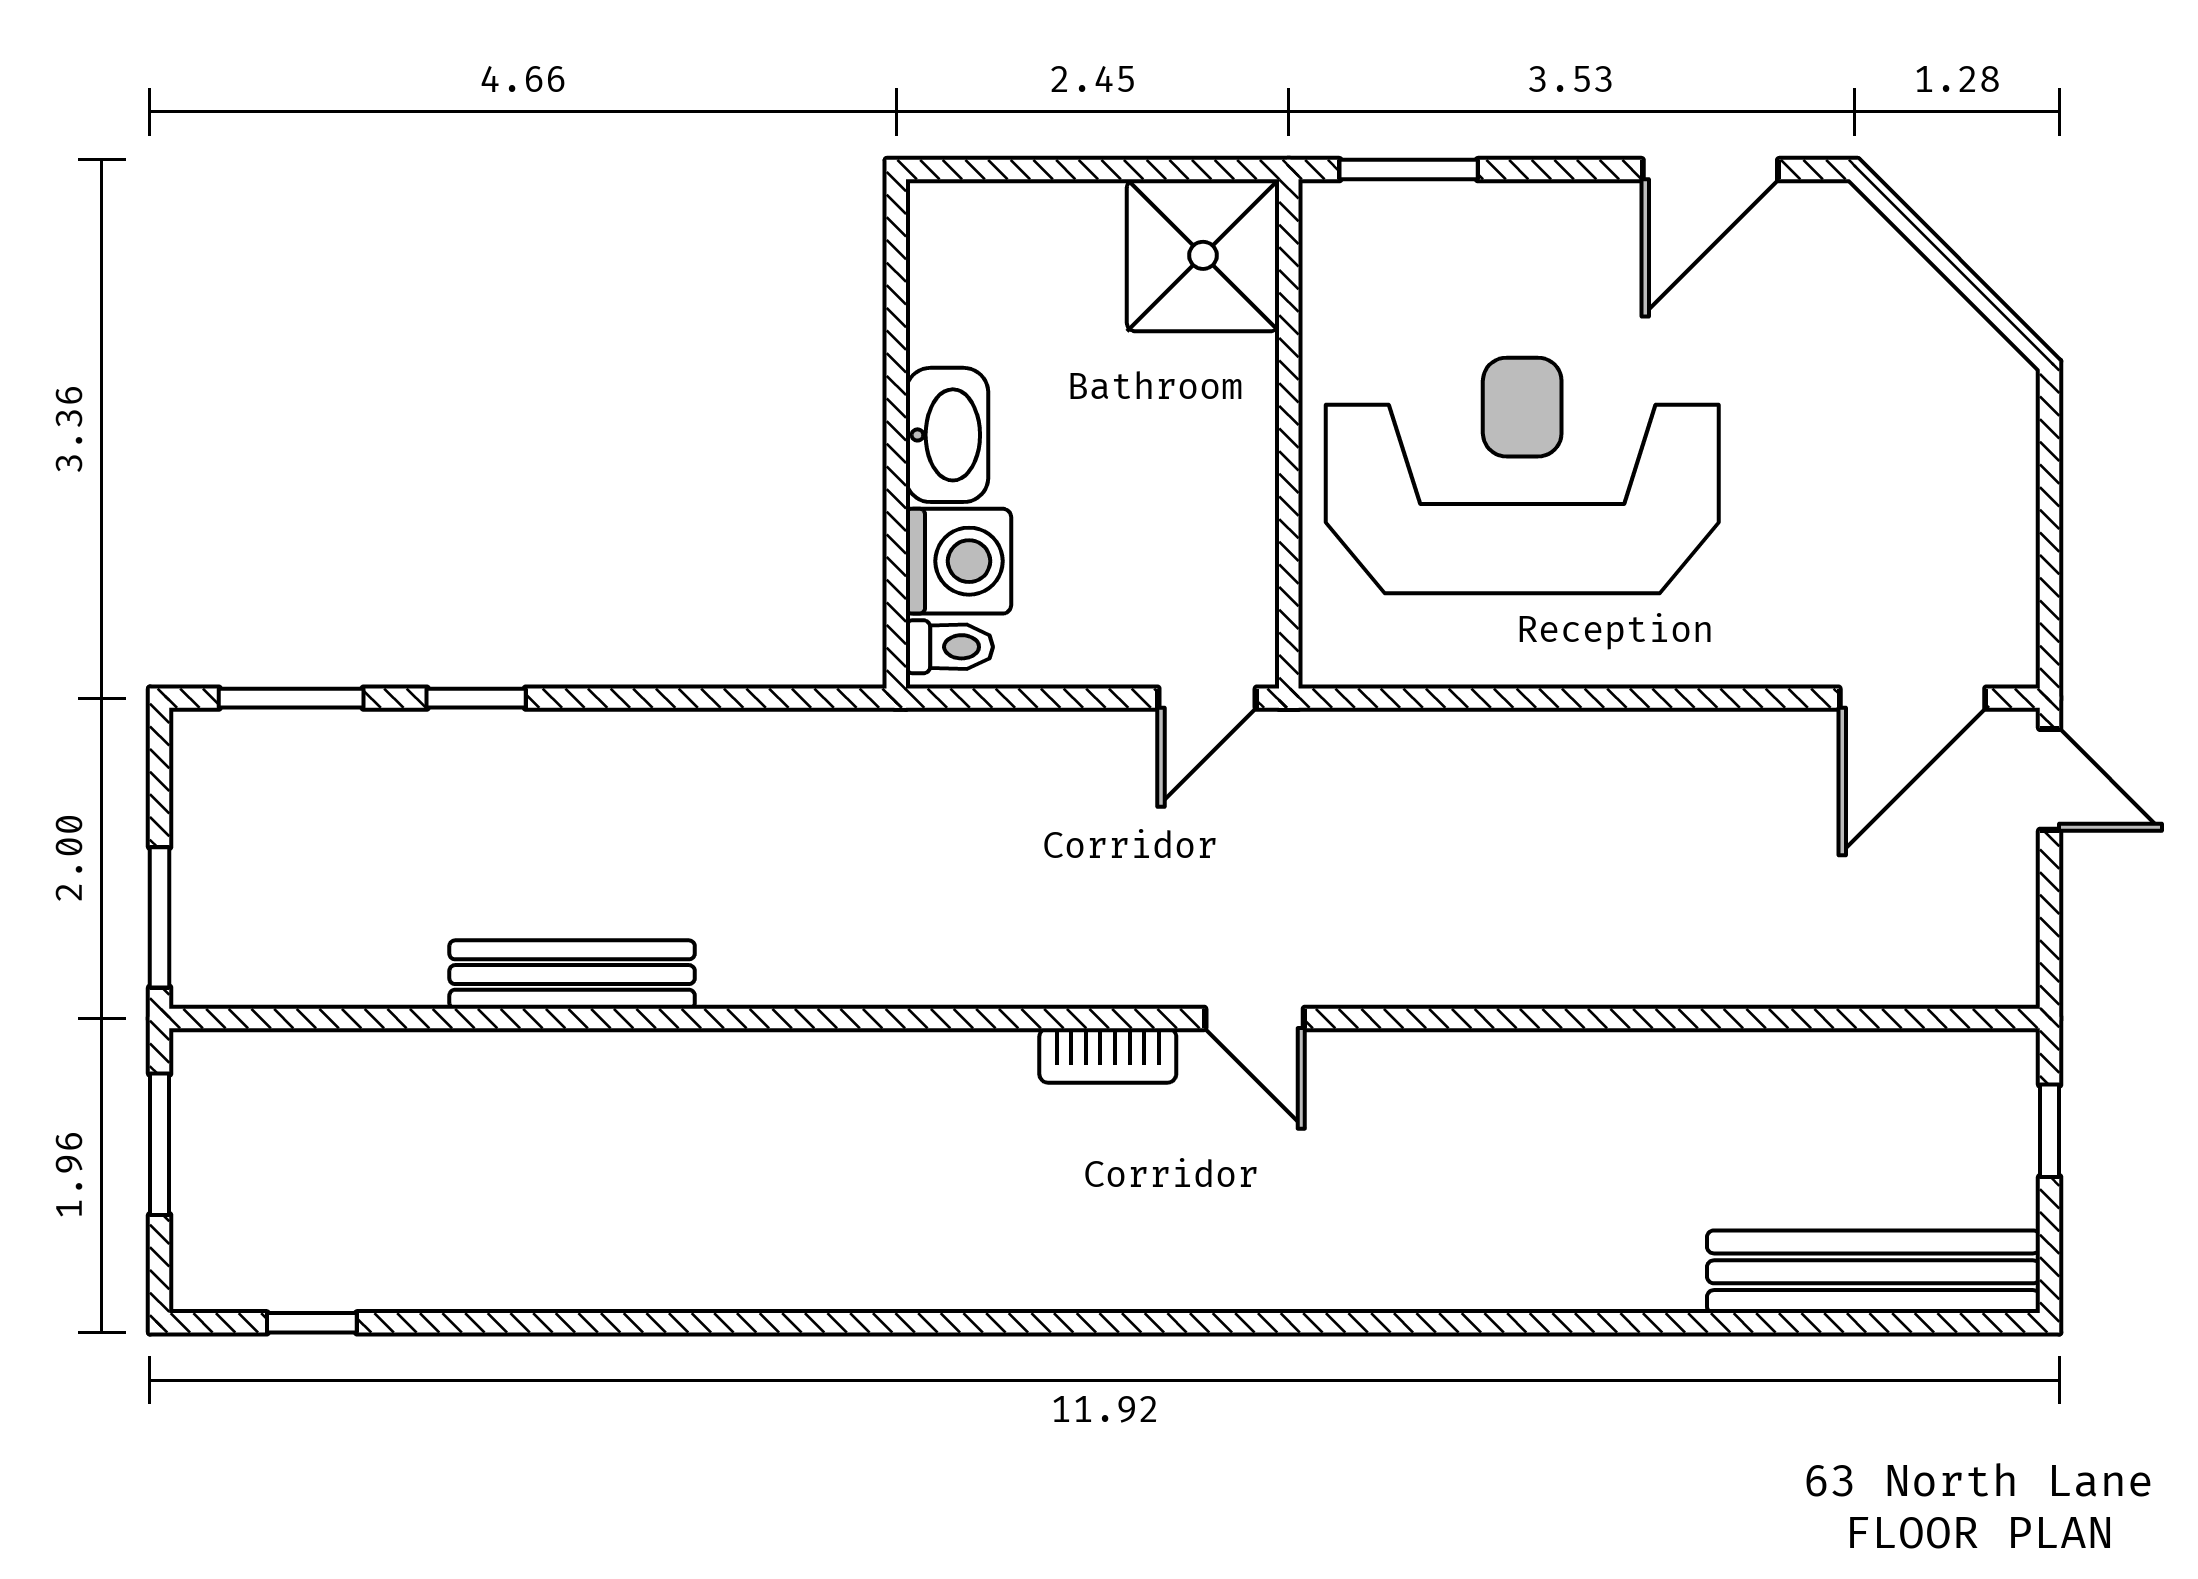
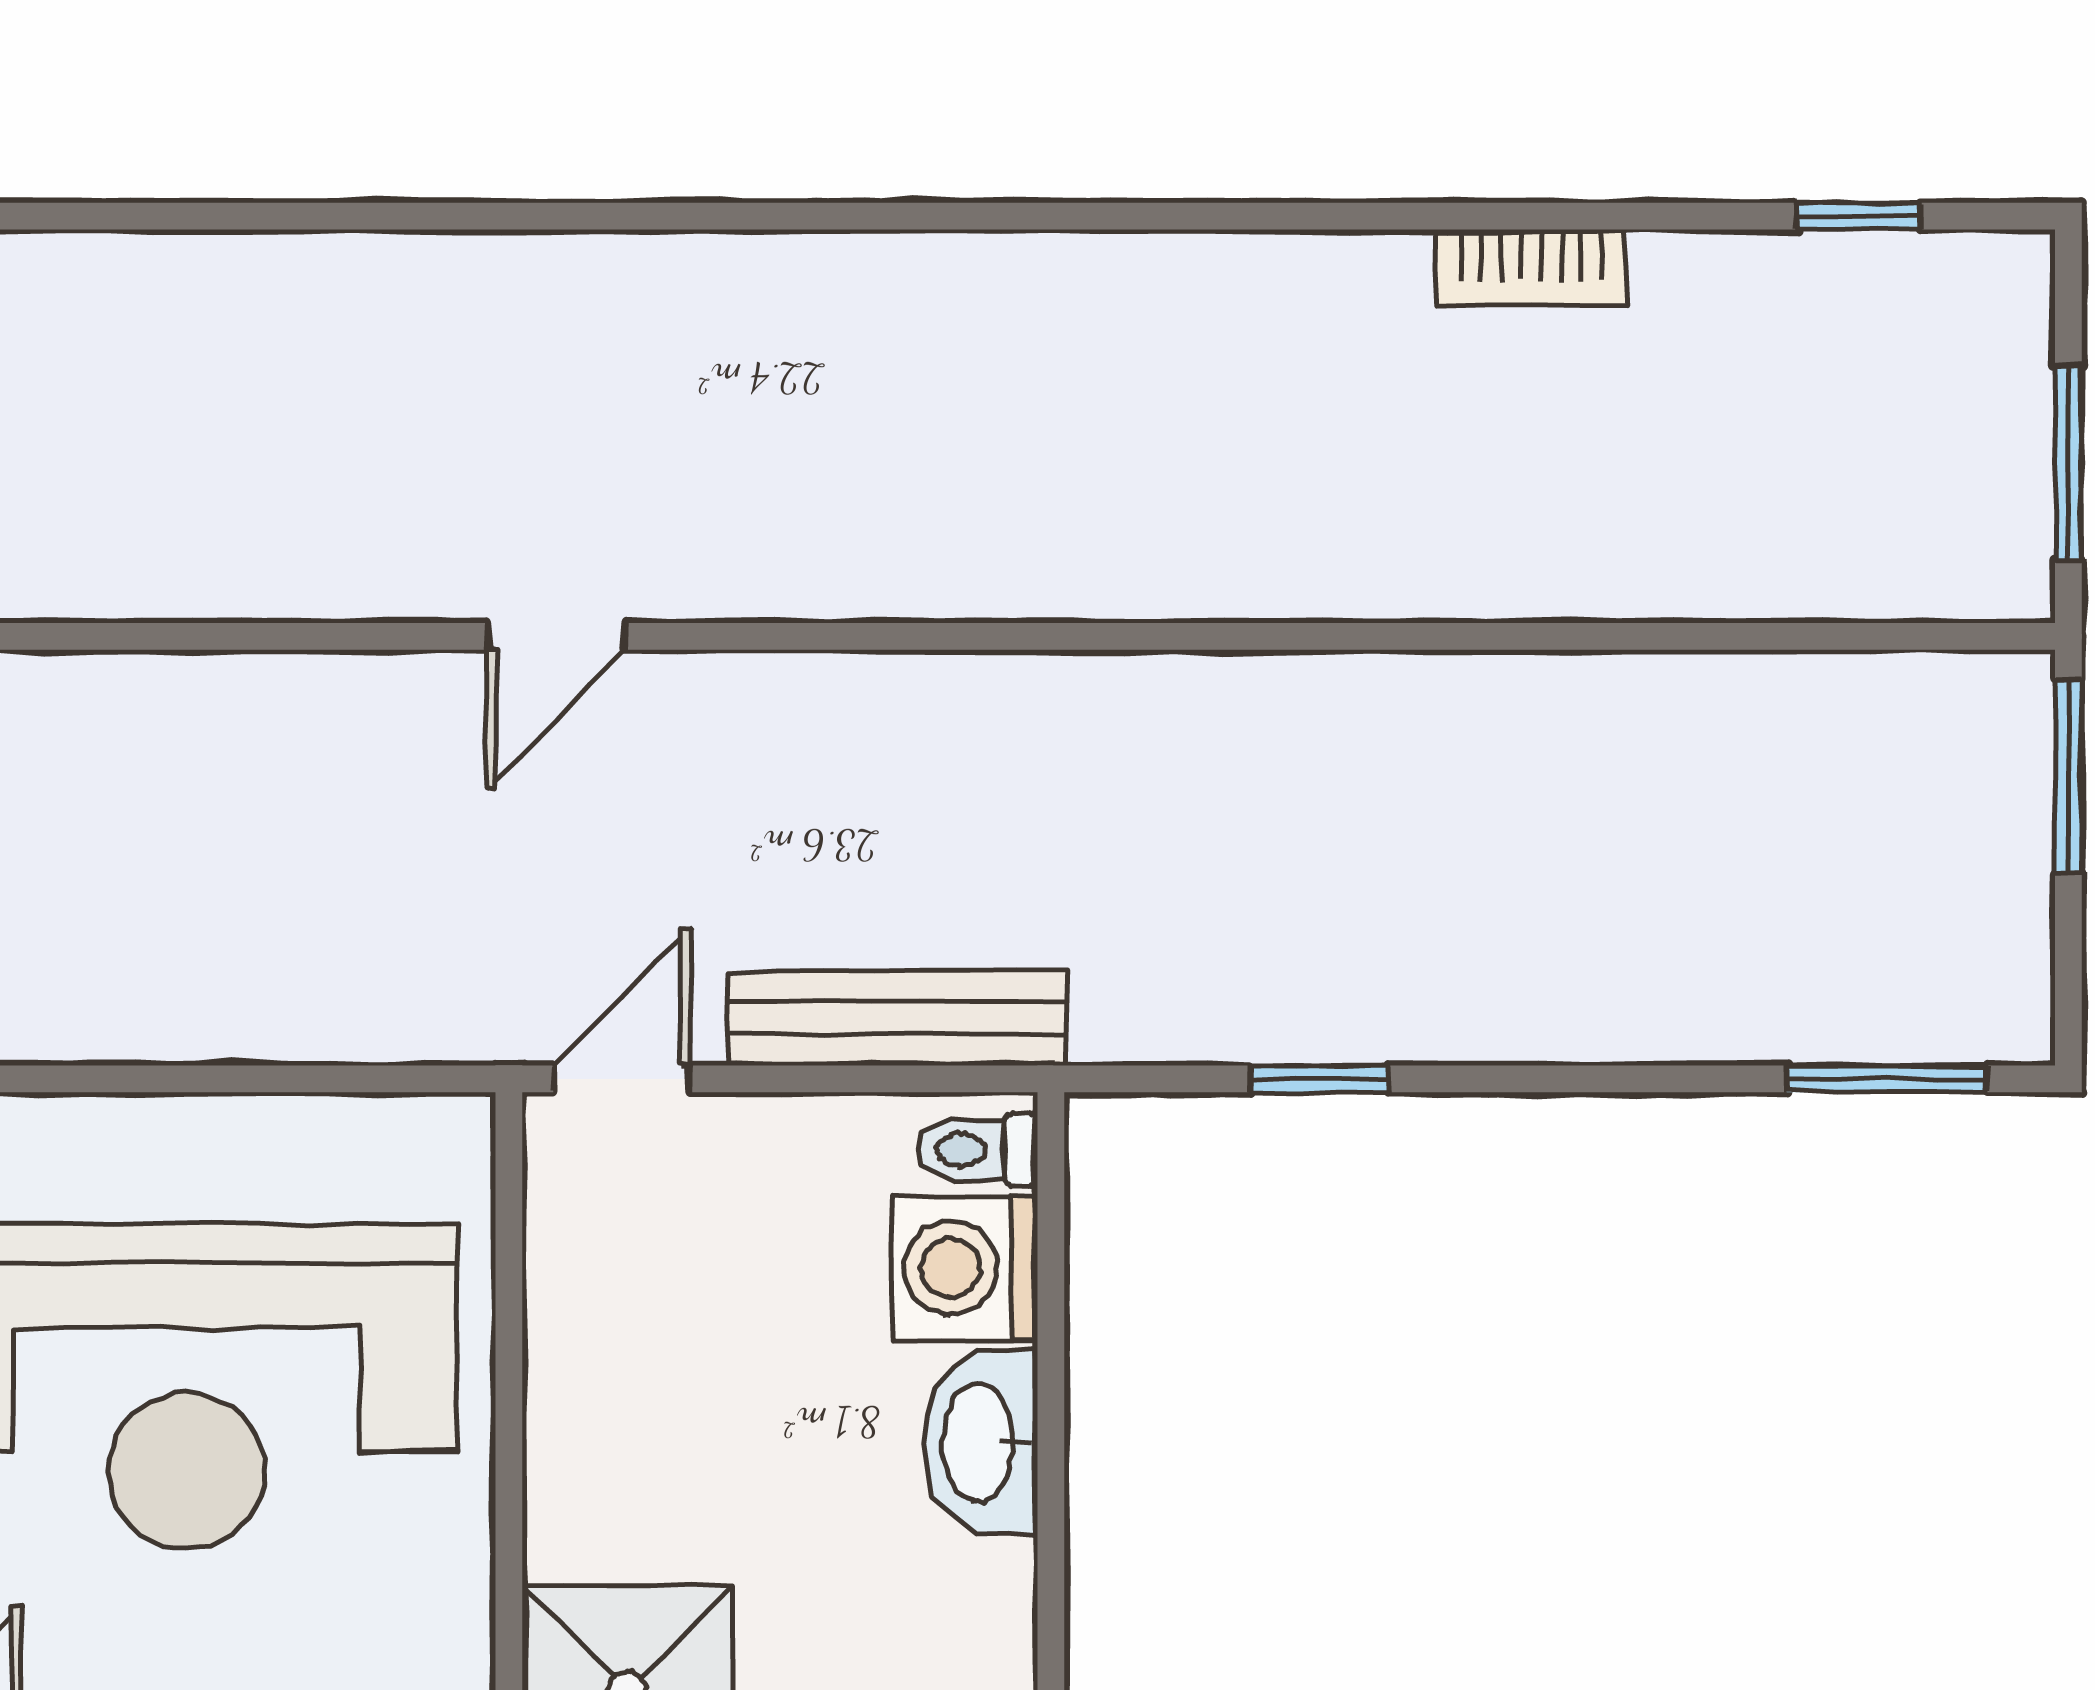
window: (476, 698) -> (1319, 1079), moved
bench: (572, 975) -> (897, 1018), moved
door: (1255, 1018) -> (556, 636), swing flipped
bookcase: (1108, 1055) -> (1531, 267), moved, turned 180

